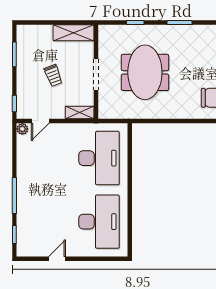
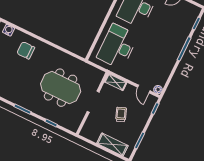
shelving: (74, 33) -> (112, 145), moved
meeting table: (145, 72) -> (61, 88), turned 90
door: (40, 121) -> (144, 89), swing flipped

